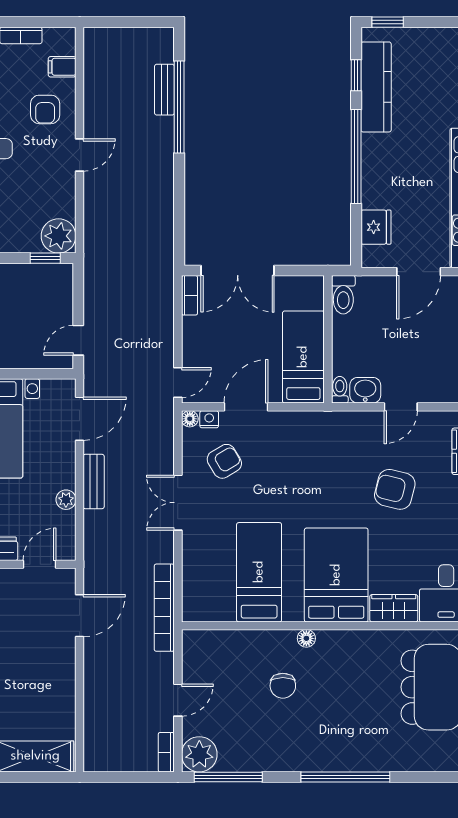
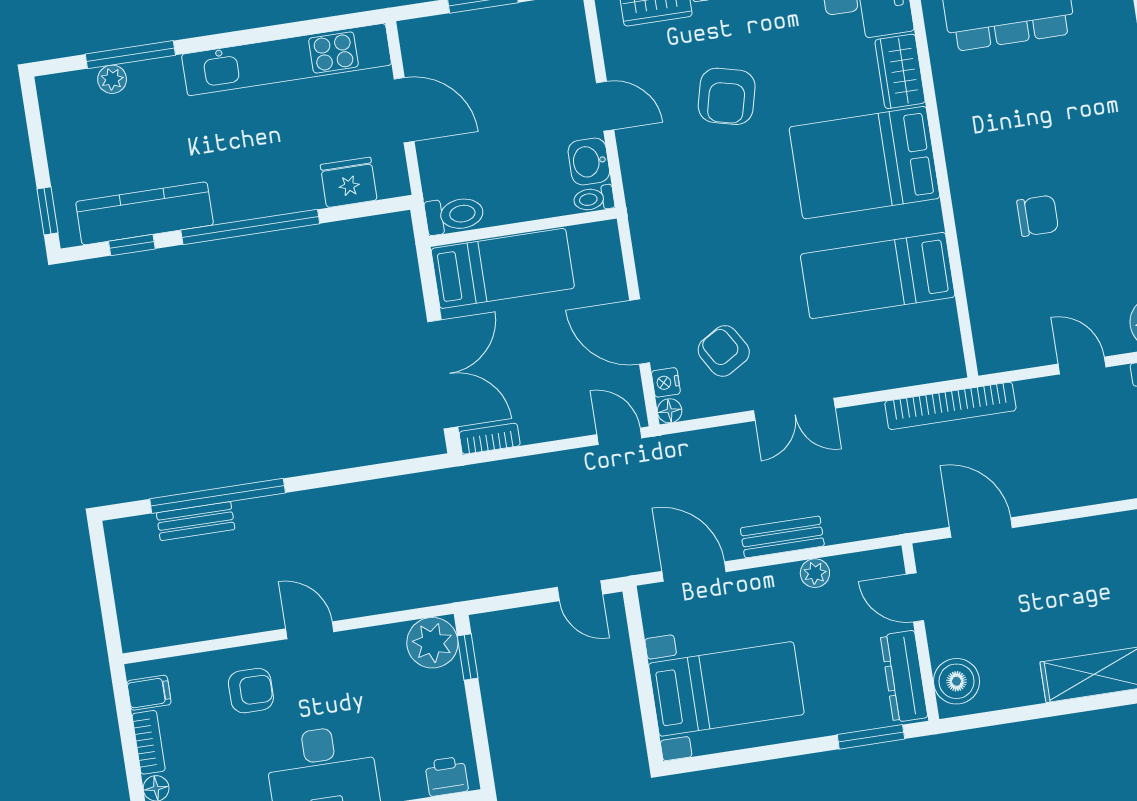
filing cabinet: (62, 67) -> (149, 693), moved, turned -90
bed: (303, 357) -> (503, 268), moved, turned 180
floor lamp: (306, 638) -> (963, 192), removed

